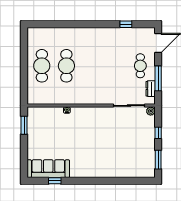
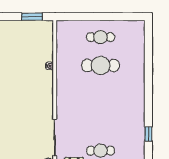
cafe table: (42, 66) -> (101, 37), width x0.73, depth x0.74

